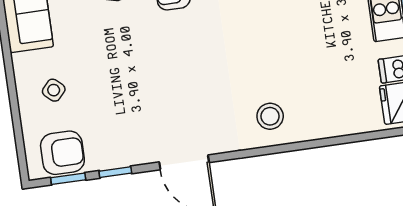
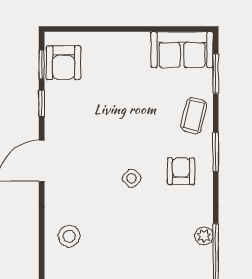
side table: (54, 90) -> (132, 178), moved

